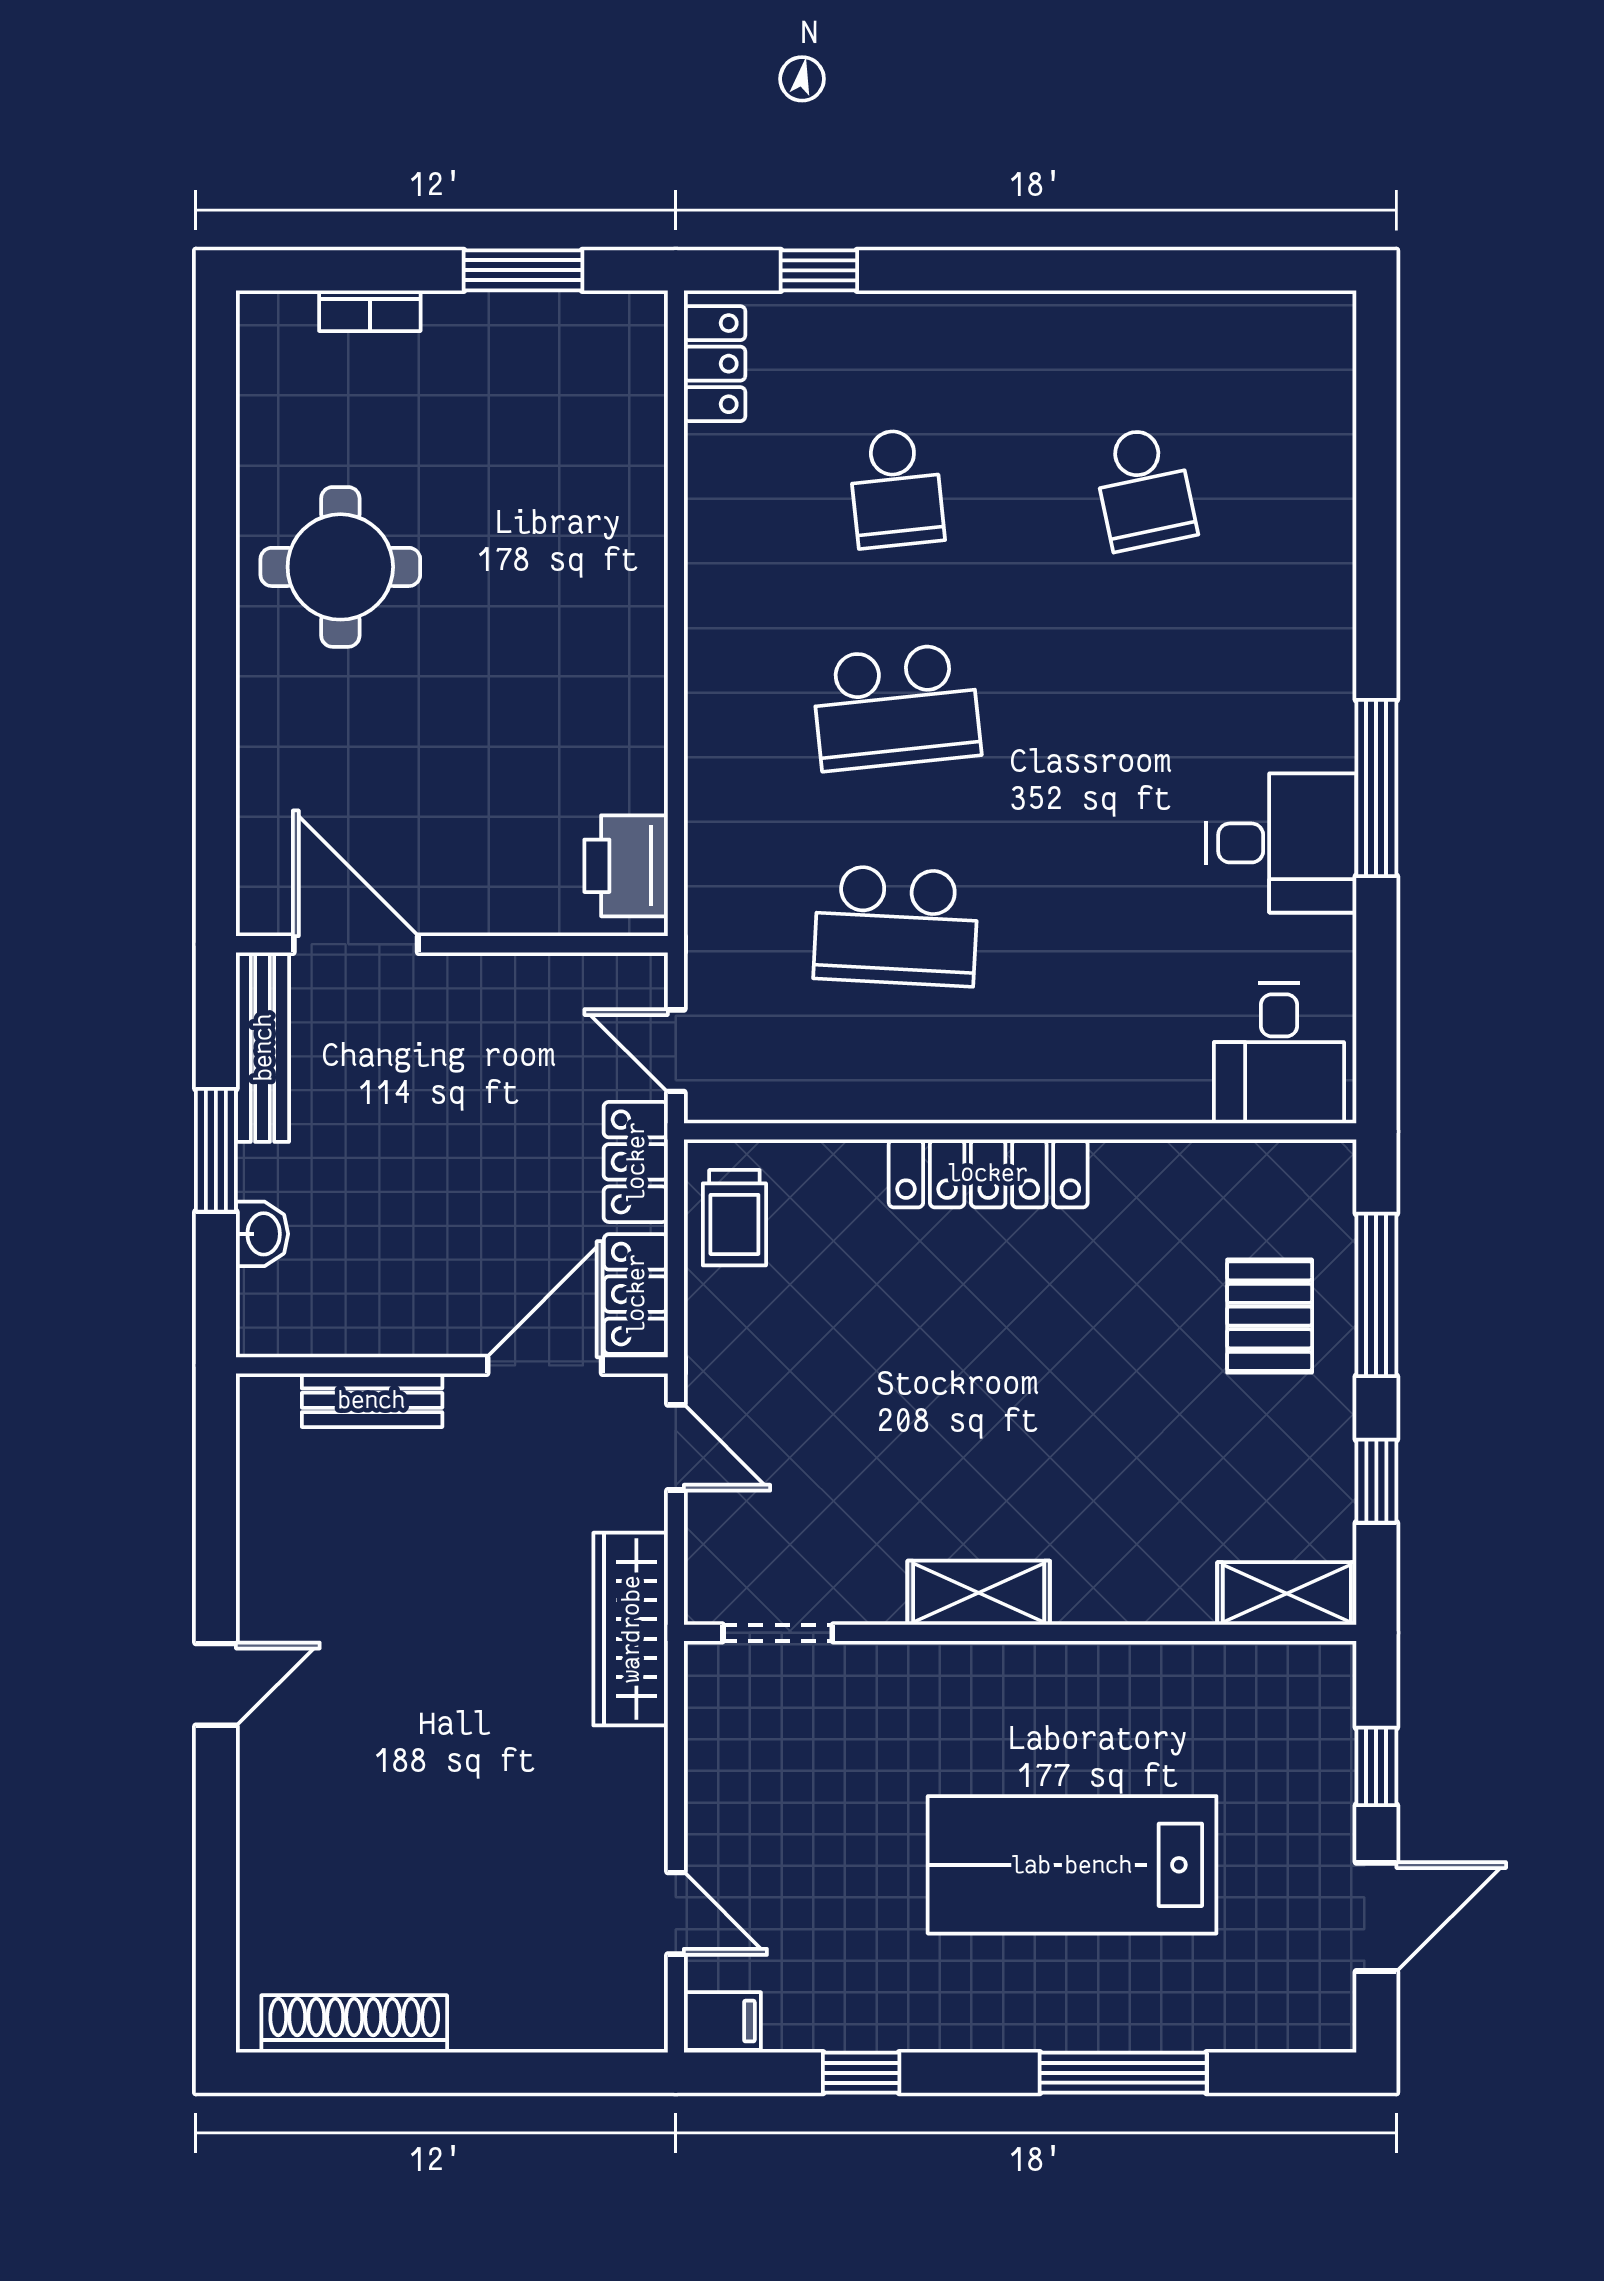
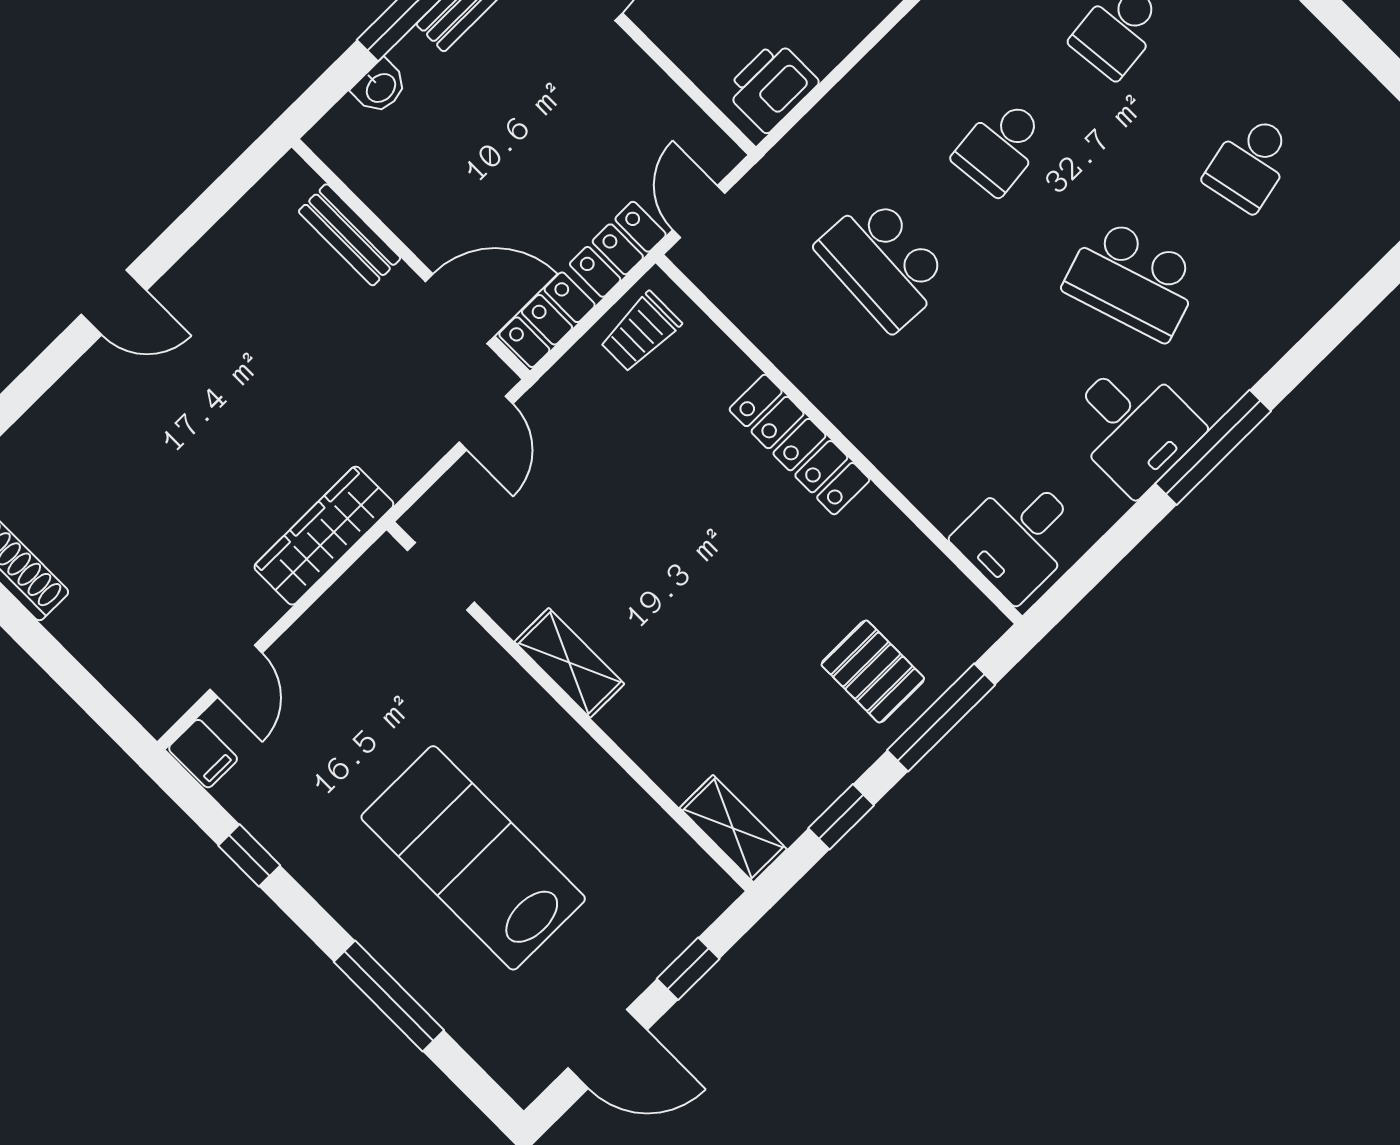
school desk: (896, 707) -> (1001, 147), width x0.54
school desk: (1144, 707) -> (1133, 280), added
pallet: (1270, 1316) -> (873, 672), turned 90
wardrobe: (631, 1629) -> (324, 536), moved

